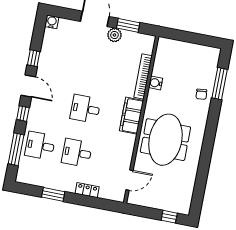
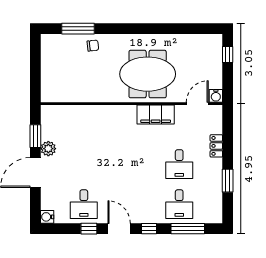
bookcase: (143, 76) -> (86, 110), removed
water cooler: (156, 83) -> (216, 96), moved
door: (28, 86) -> (119, 229), hinge flipped
desk: (85, 109) -> (84, 204), moved
filing cabinet: (131, 116) -> (156, 114), moved
door: (129, 180) -> (197, 104), hinge flipped

